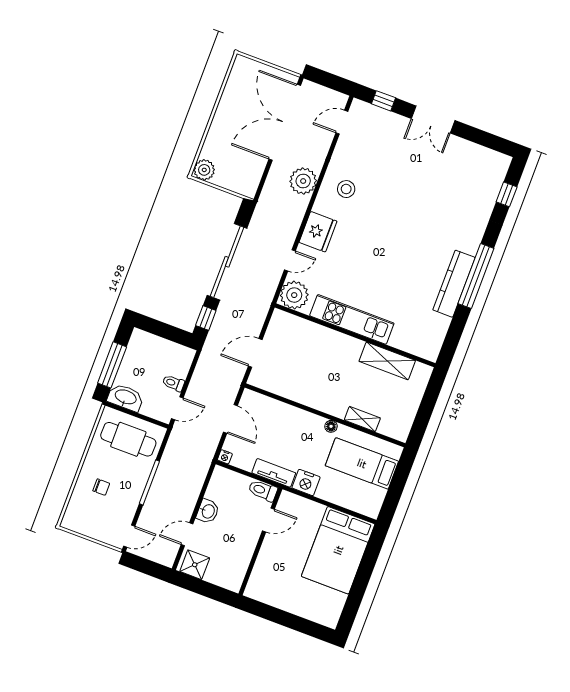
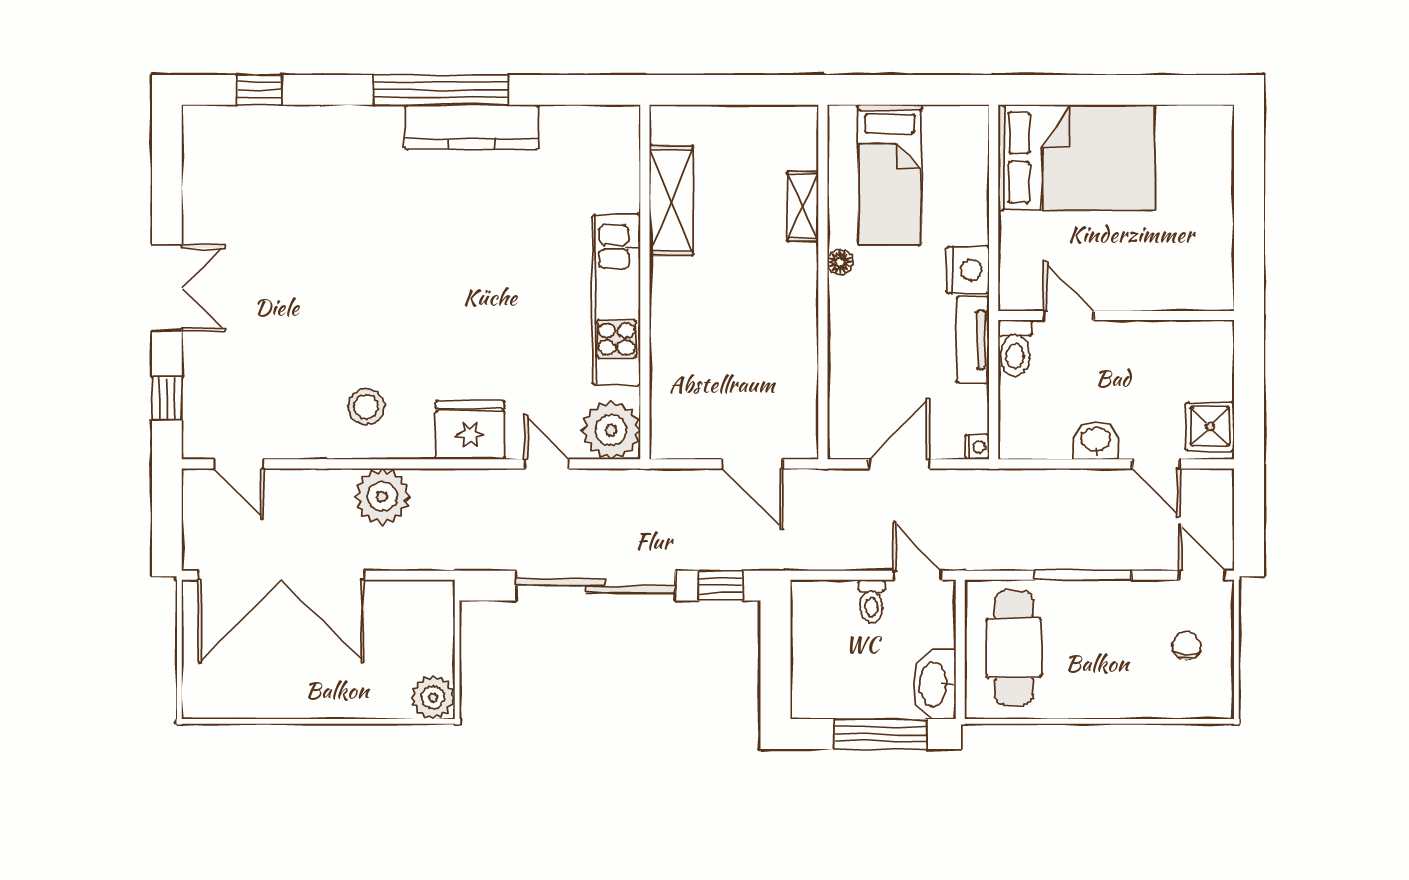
chair: (101, 487) -> (1186, 646), moved

